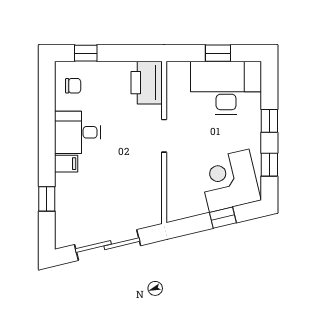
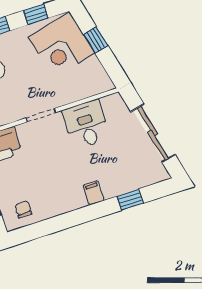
desk: (78, 132) -> (86, 124), moved, turned 180

